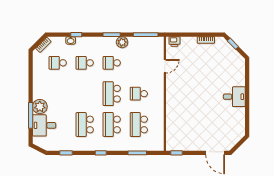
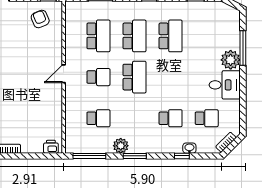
school desk: (112, 63) -> (98, 118), moved
door: (165, 66) -> (64, 74), moved
desk: (44, 125) -> (225, 85), moved
armchair: (182, 137) -> (40, 19), added

